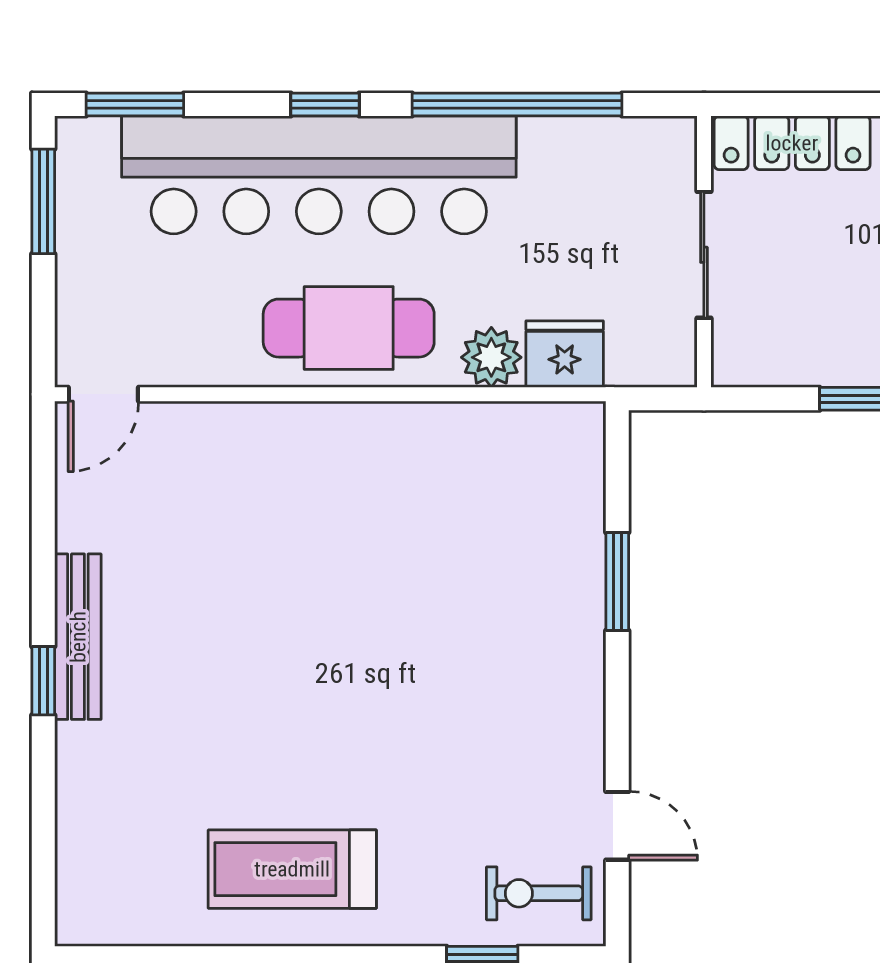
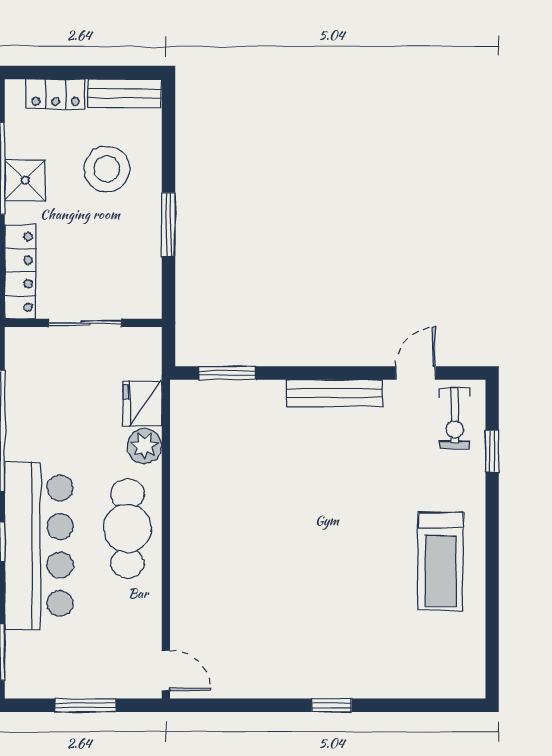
bar counter: (319, 175) -> (39, 546), width x0.73
window: (43, 201) -> (85, 705), moved
window: (617, 582) -> (227, 373), moved
bench: (78, 637) -> (334, 393), moved

